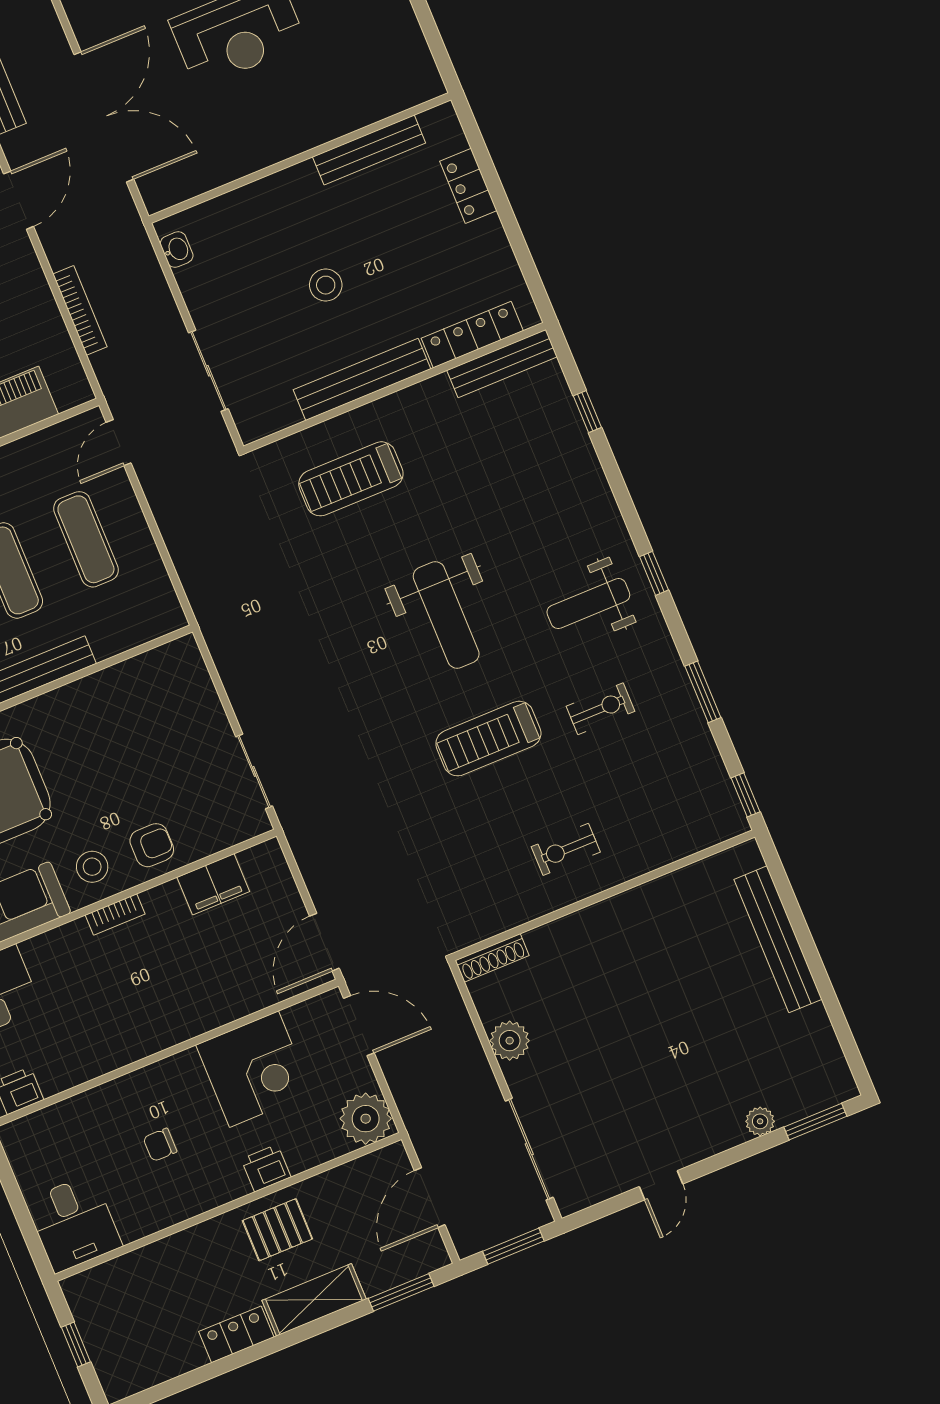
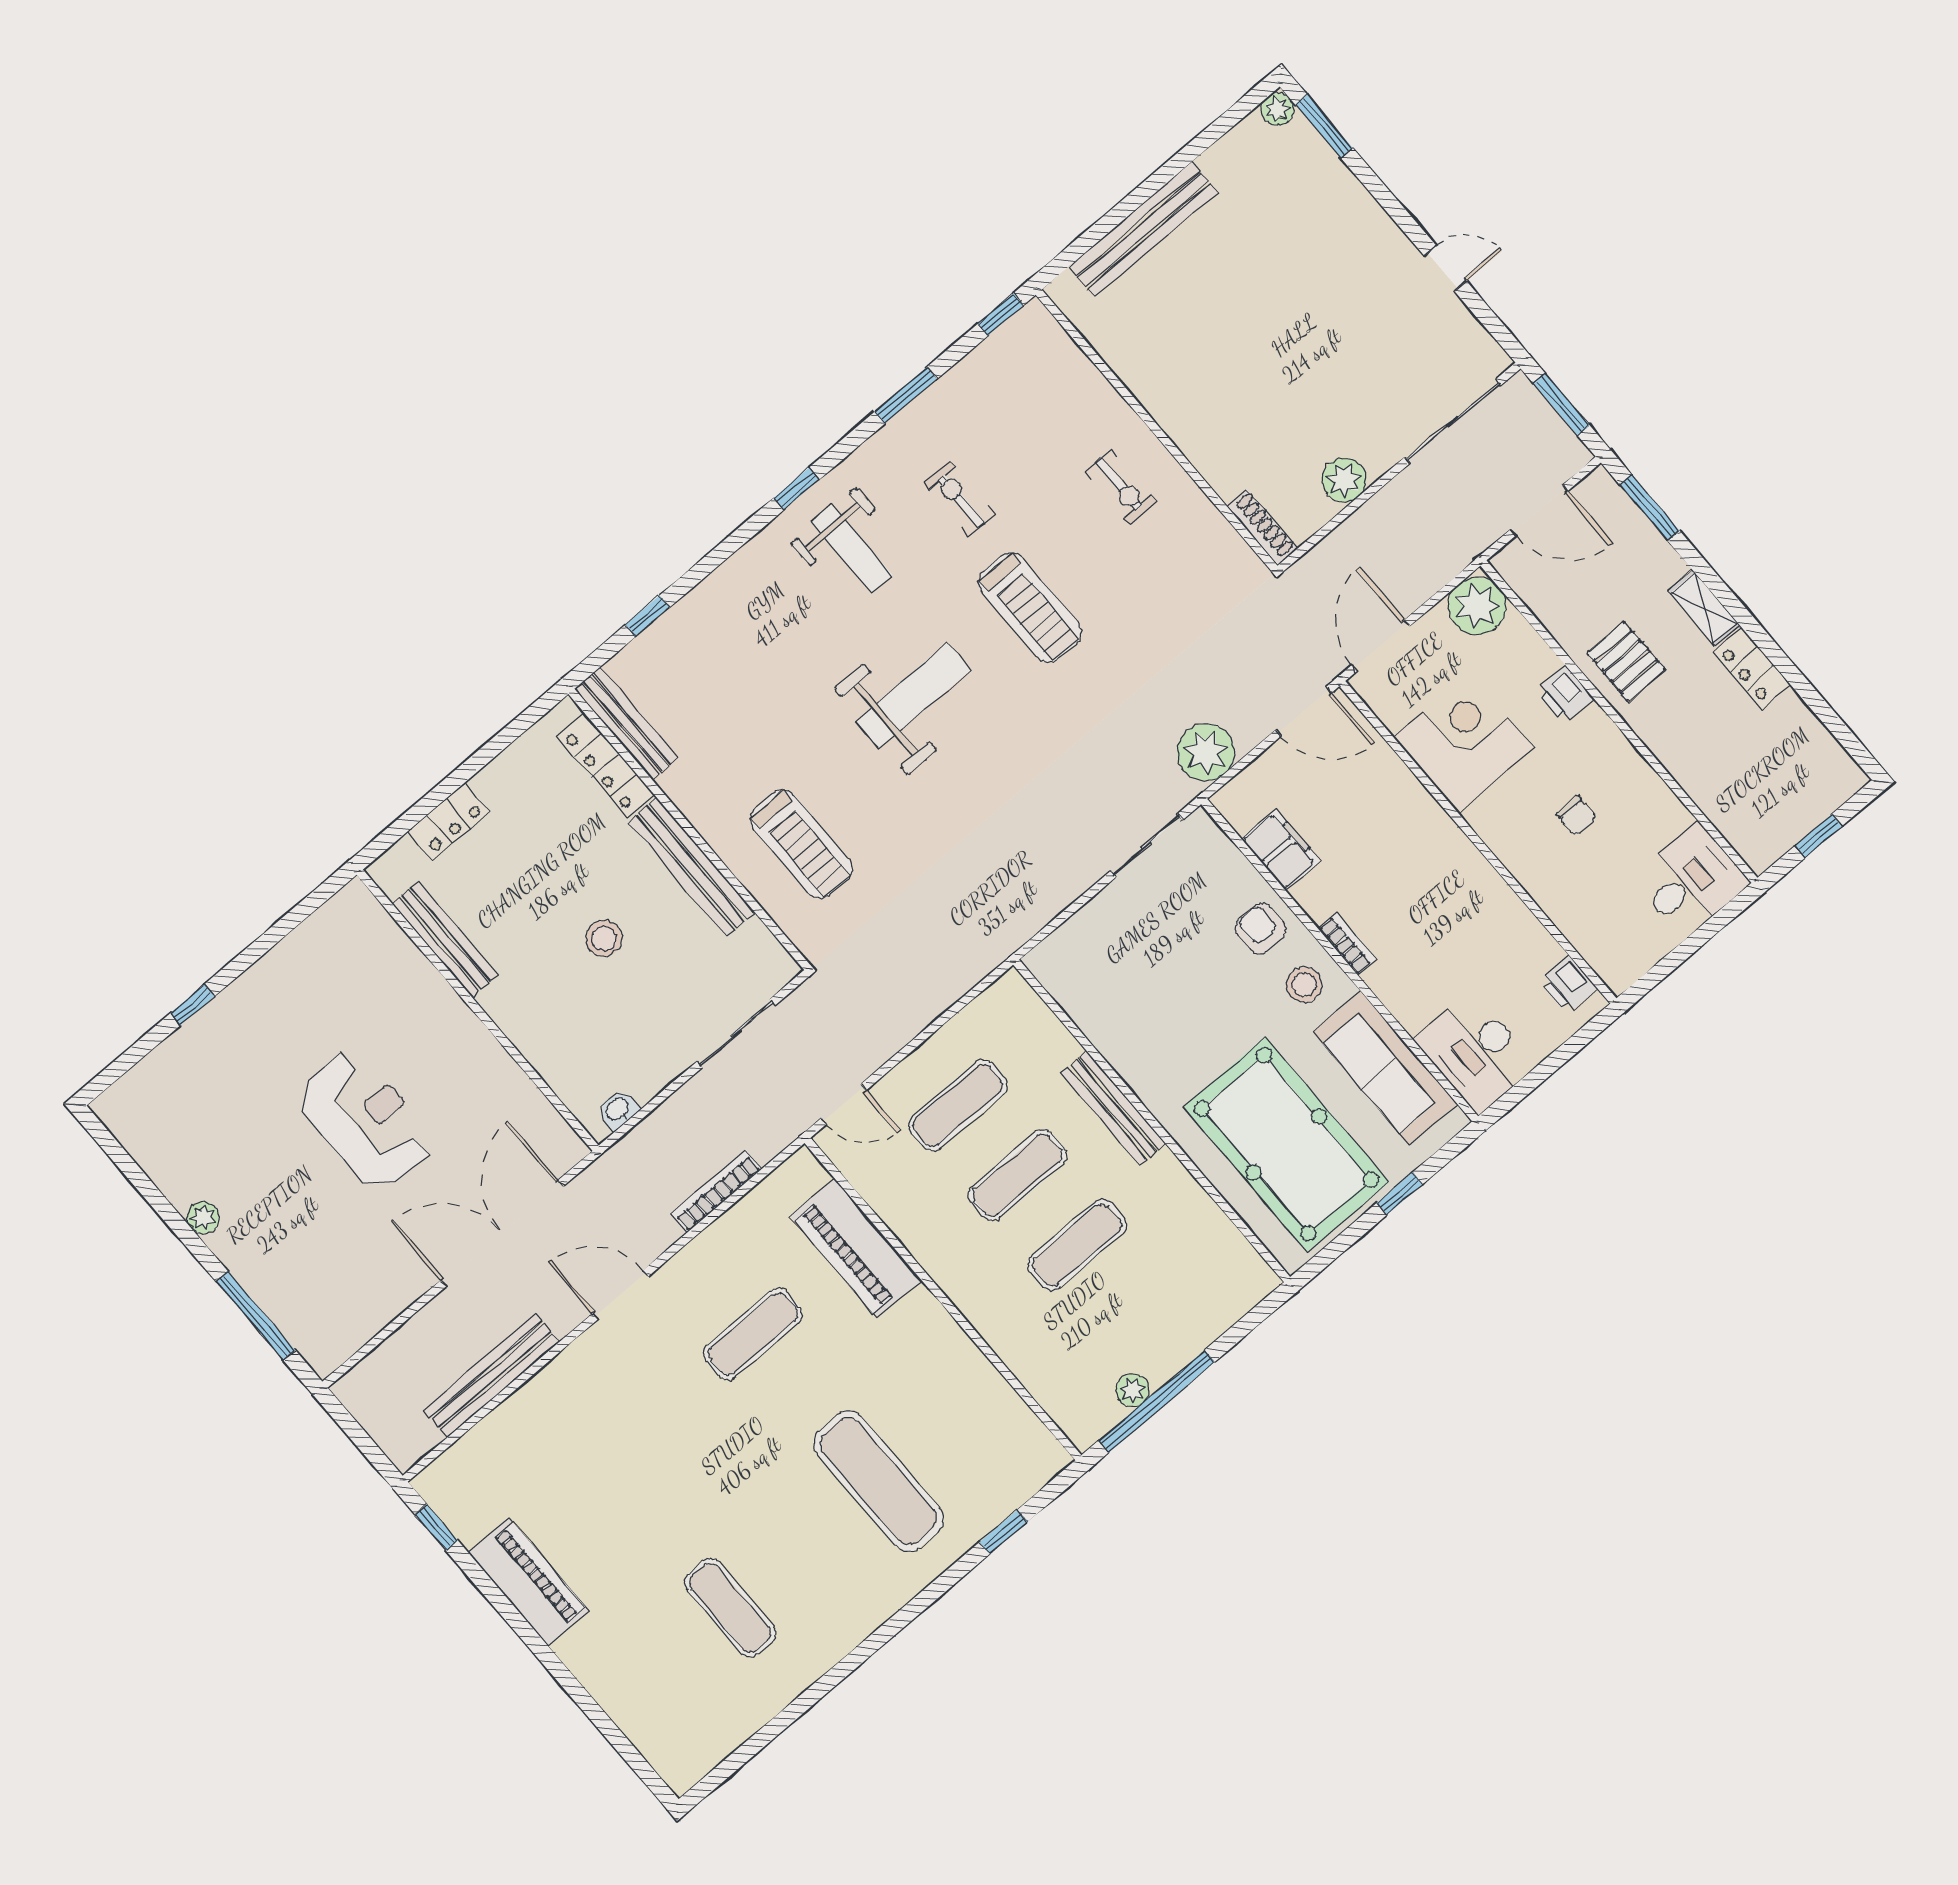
plant: (317, 848) -> (1206, 752), added
plant: (760, 1121) -> (1278, 109), moved
shelving: (314, 1300) -> (1704, 608), width x0.67, depth x0.75

